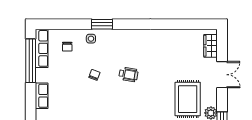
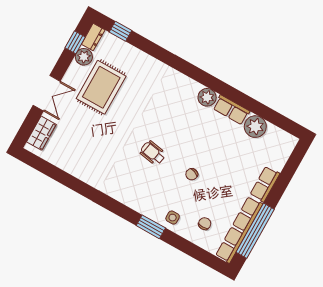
row of seats: (42, 48) -> (239, 230), width x1.36
double door: (222, 75) -> (47, 93), swing flipped

